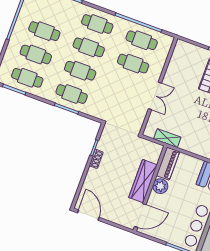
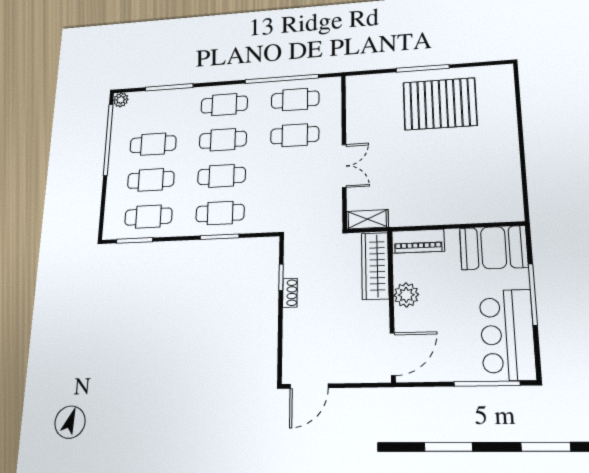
shelving: (167, 138) -> (367, 219), moved
piano: (168, 164) -> (418, 241), moved, turned 90
wardrobe: (143, 181) -> (375, 266), moved
door: (88, 215) -> (309, 386), swing flipped

